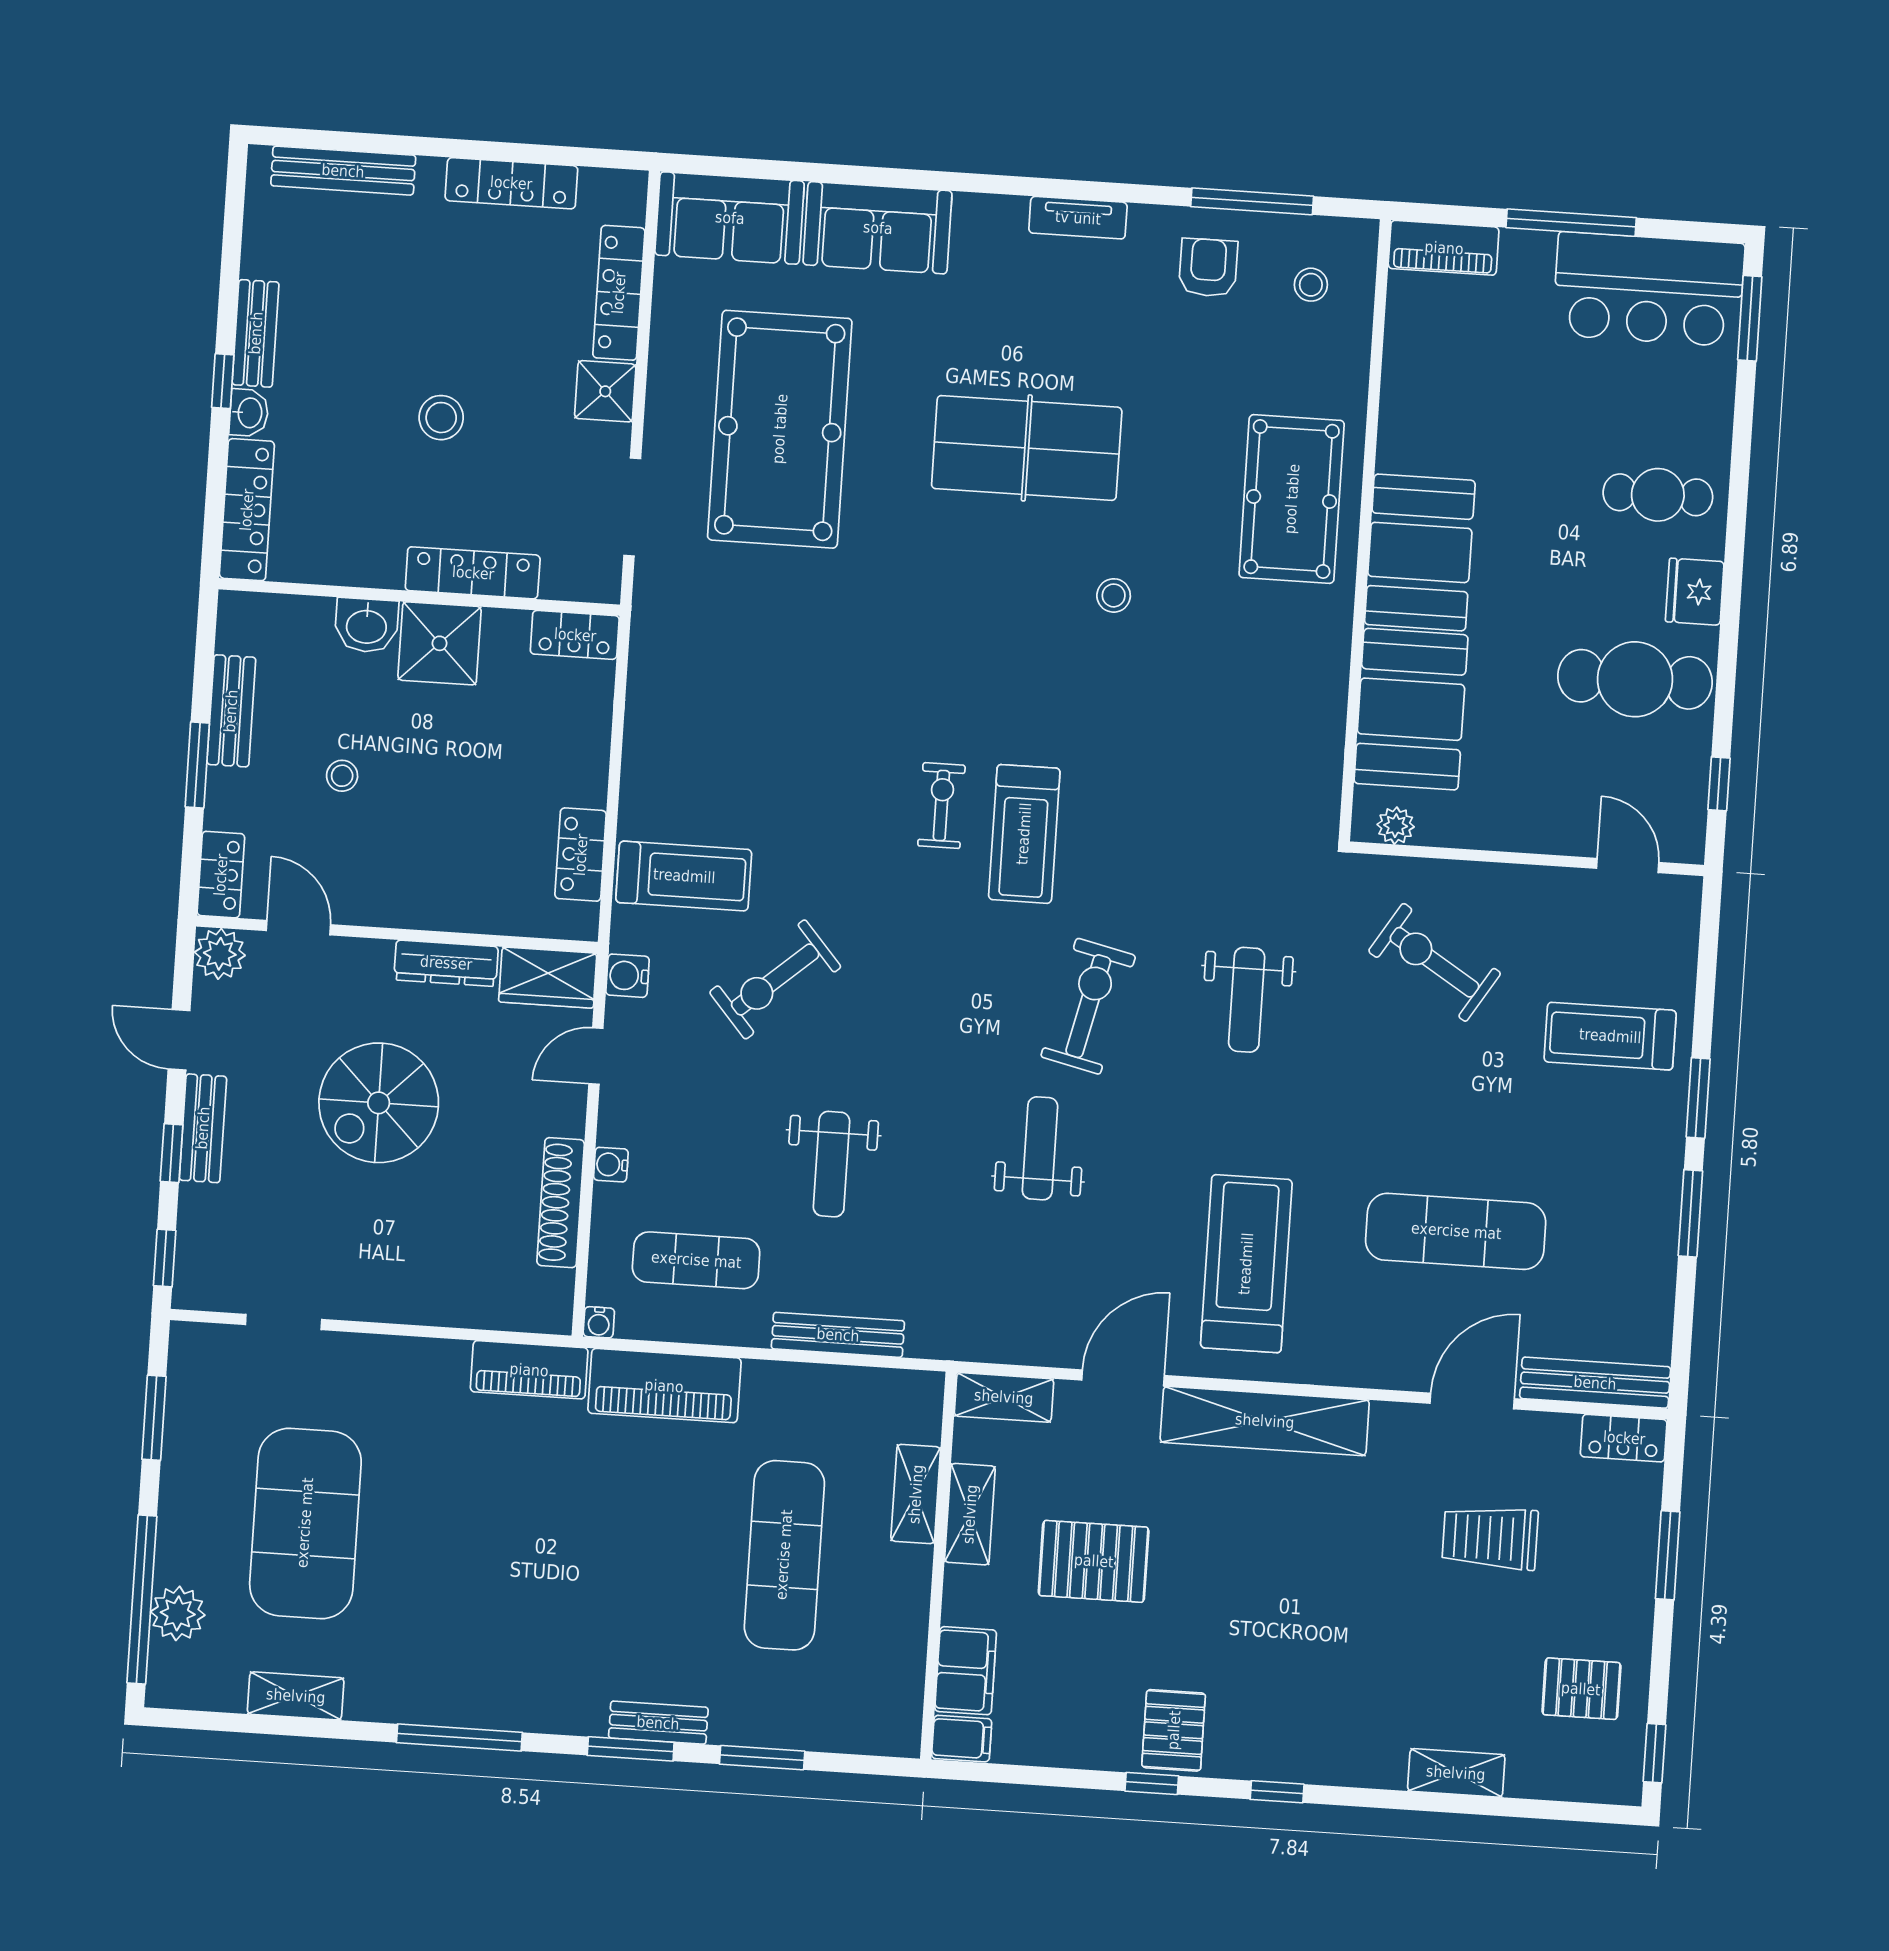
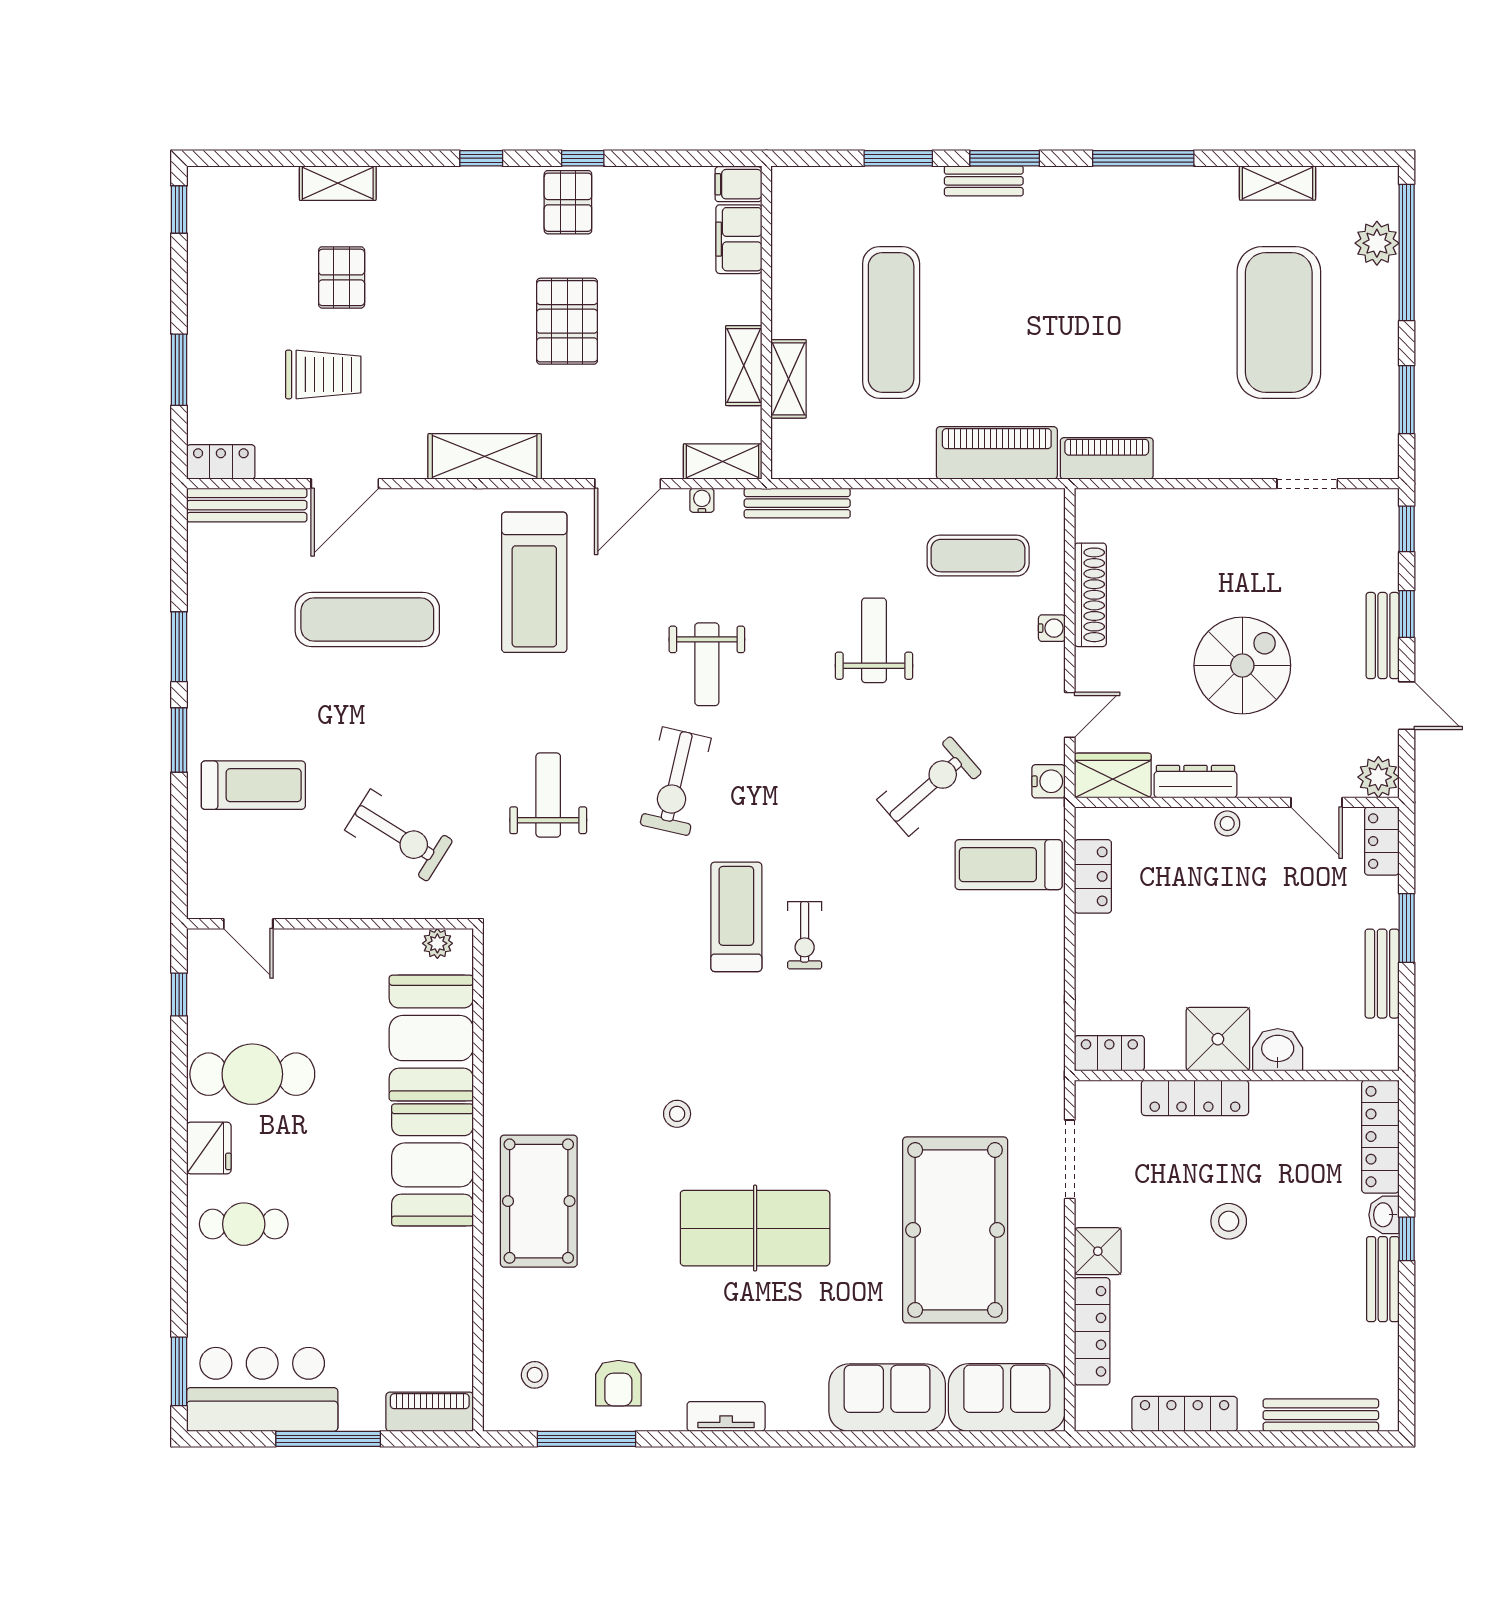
stool: (342, 776) -> (1227, 823), moved
water cooler: (599, 1322) -> (702, 500), moved
bench: (838, 1335) -> (797, 503), moved
shelving: (1265, 1421) -> (485, 456), width x0.68
pallet: (1094, 1561) -> (567, 321), moved, turned 90
pallet: (1581, 1689) -> (342, 277), moved, turned 90

